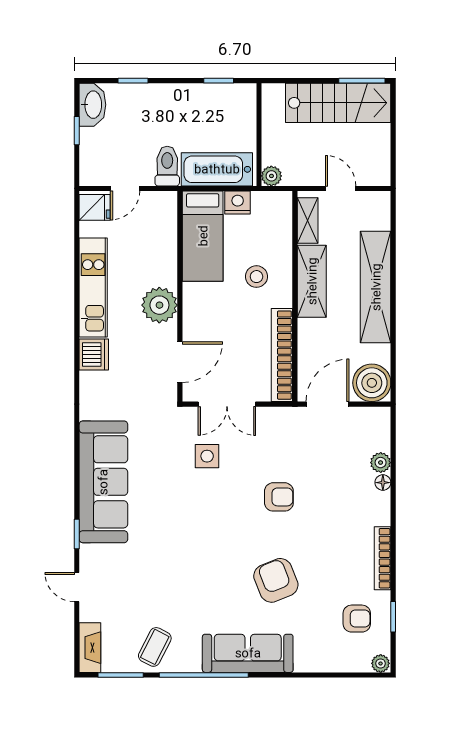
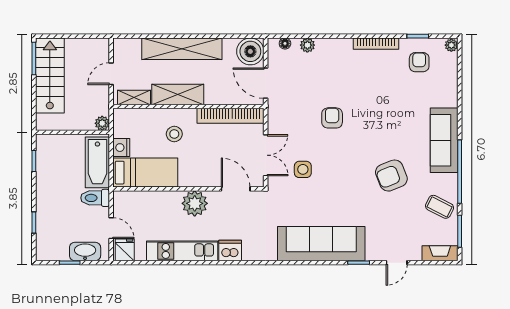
washbasin: (92, 105) -> (85, 251), moved
floor lamp: (383, 483) -> (285, 43), moved
armchair: (276, 580) -> (391, 176), moved

